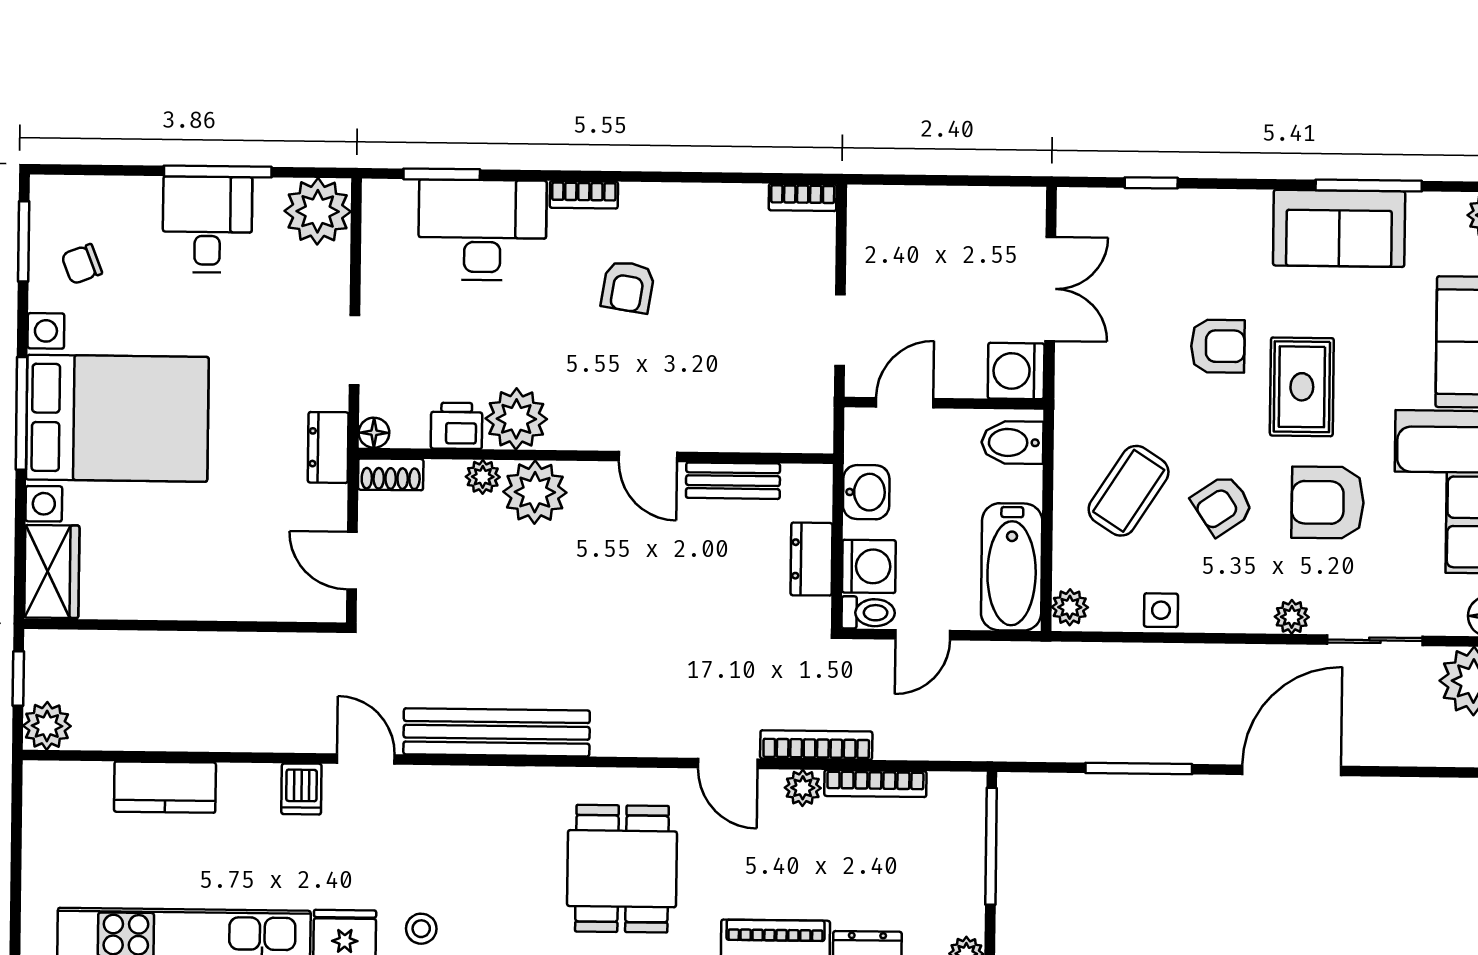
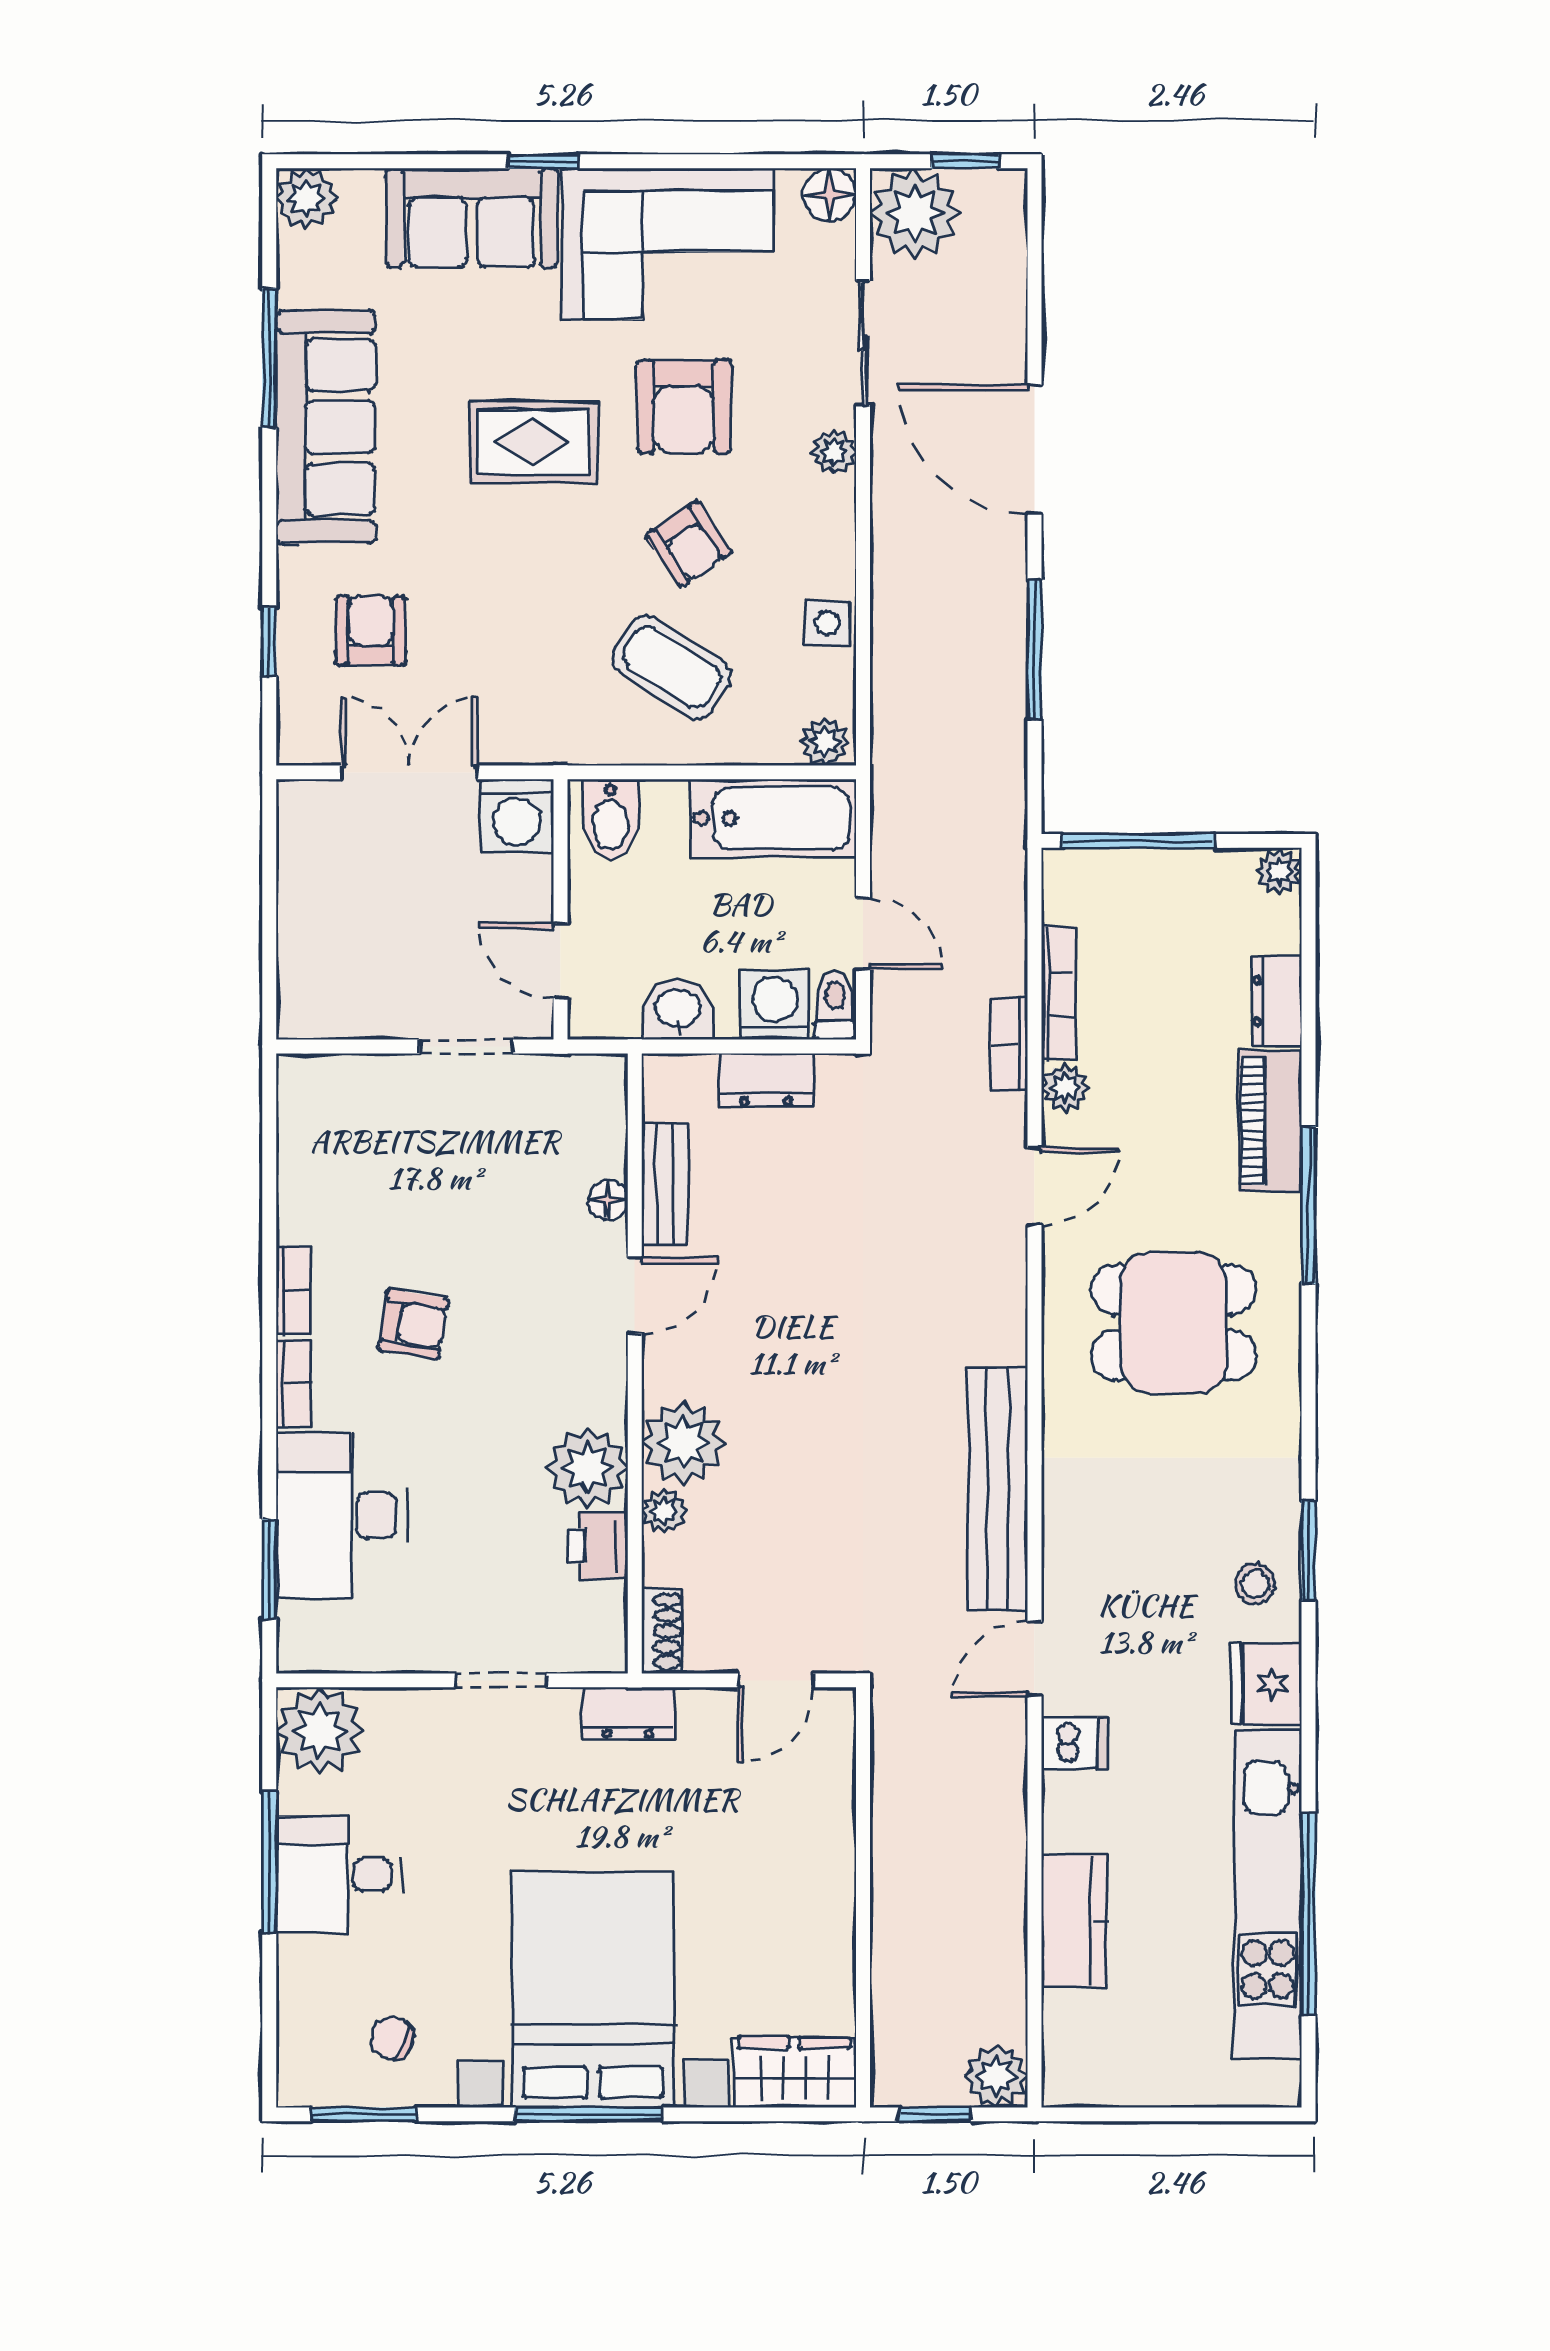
bookcase: (803, 197) -> (294, 1290), moved
sofa: (1339, 228) -> (326, 427), width x1.36
chair: (82, 264) -> (392, 2038), turned 131
armchair: (1218, 346) -> (371, 631), moved
floor lamp: (374, 433) -> (608, 1200), moved
bookcase: (816, 745) -> (1009, 1045), width x0.64

